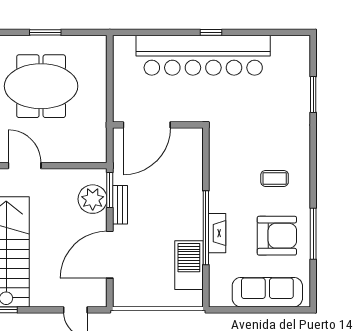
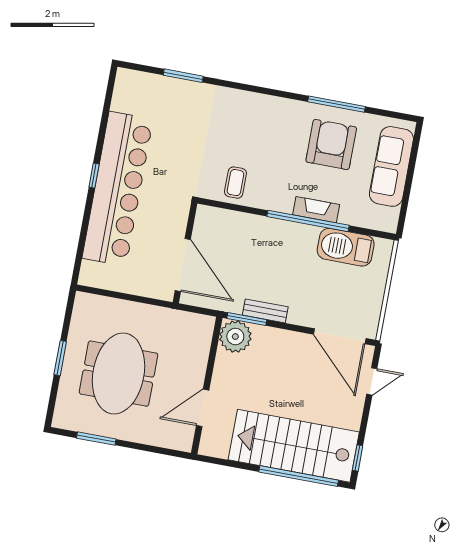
coffee table: (275, 178) -> (235, 183), moved
plant: (93, 199) -> (235, 337), moved
door: (110, 255) -> (340, 336), moved

